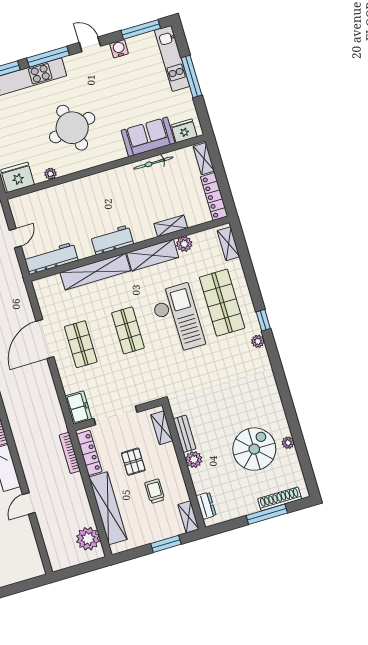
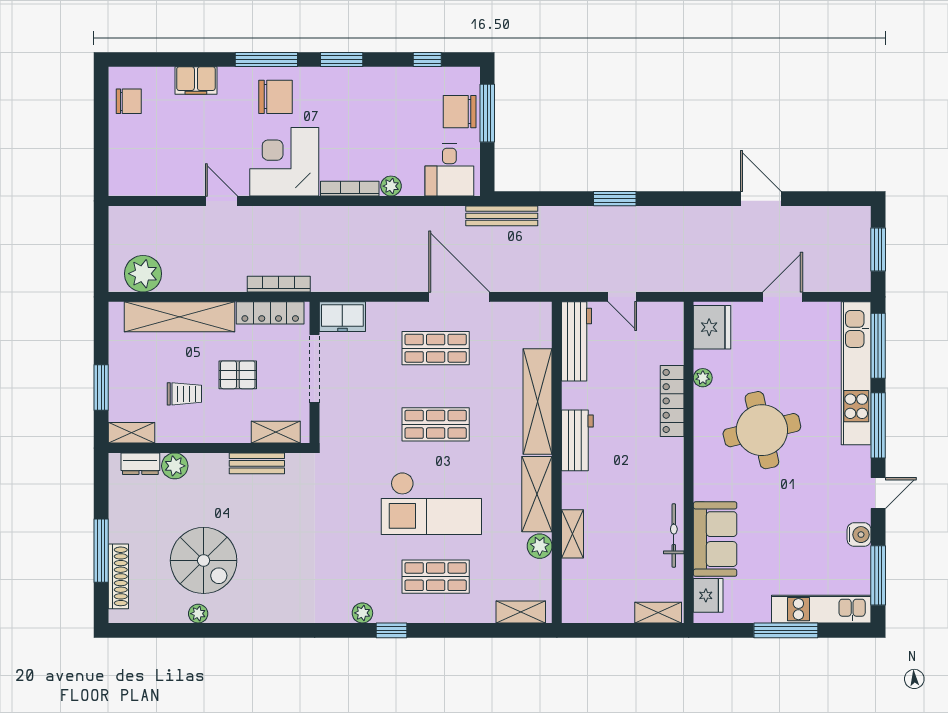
locker: (214, 196) -> (672, 401), moved, turned -90
shop shelf: (222, 303) -> (436, 577), width x0.70, depth x0.74
plant: (194, 460) -> (175, 466), moved

